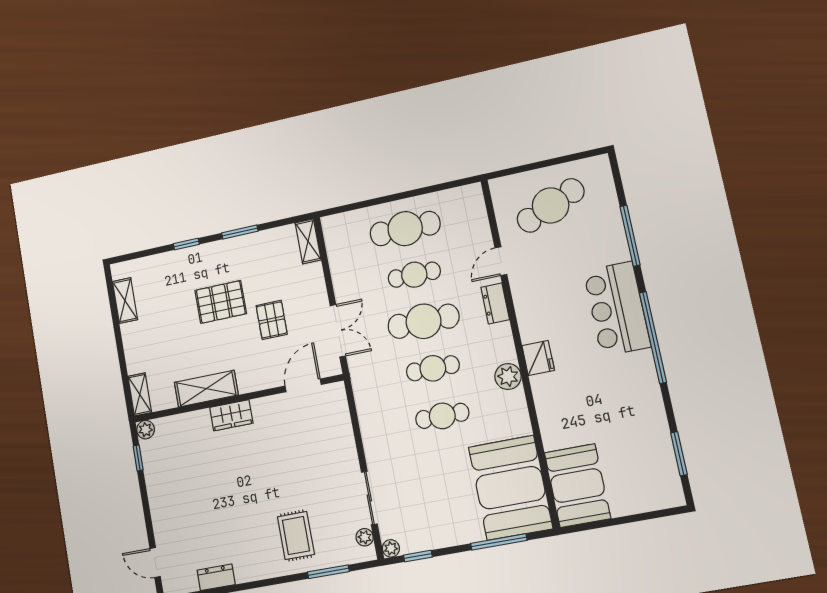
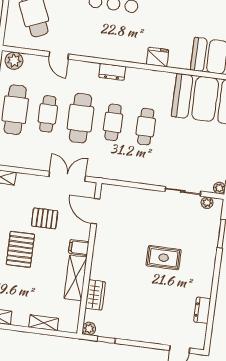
dresser: (495, 303) -> (112, 72), moved
fridge: (538, 358) -> (158, 57), moved
plant: (508, 376) -> (14, 61), moved
filing cabinet: (248, 379) -> (79, 248), added
shelving: (140, 394) -> (44, 323), moved
wardrobe: (231, 415) -> (95, 295), moved
rug: (296, 536) -> (164, 258), moved

